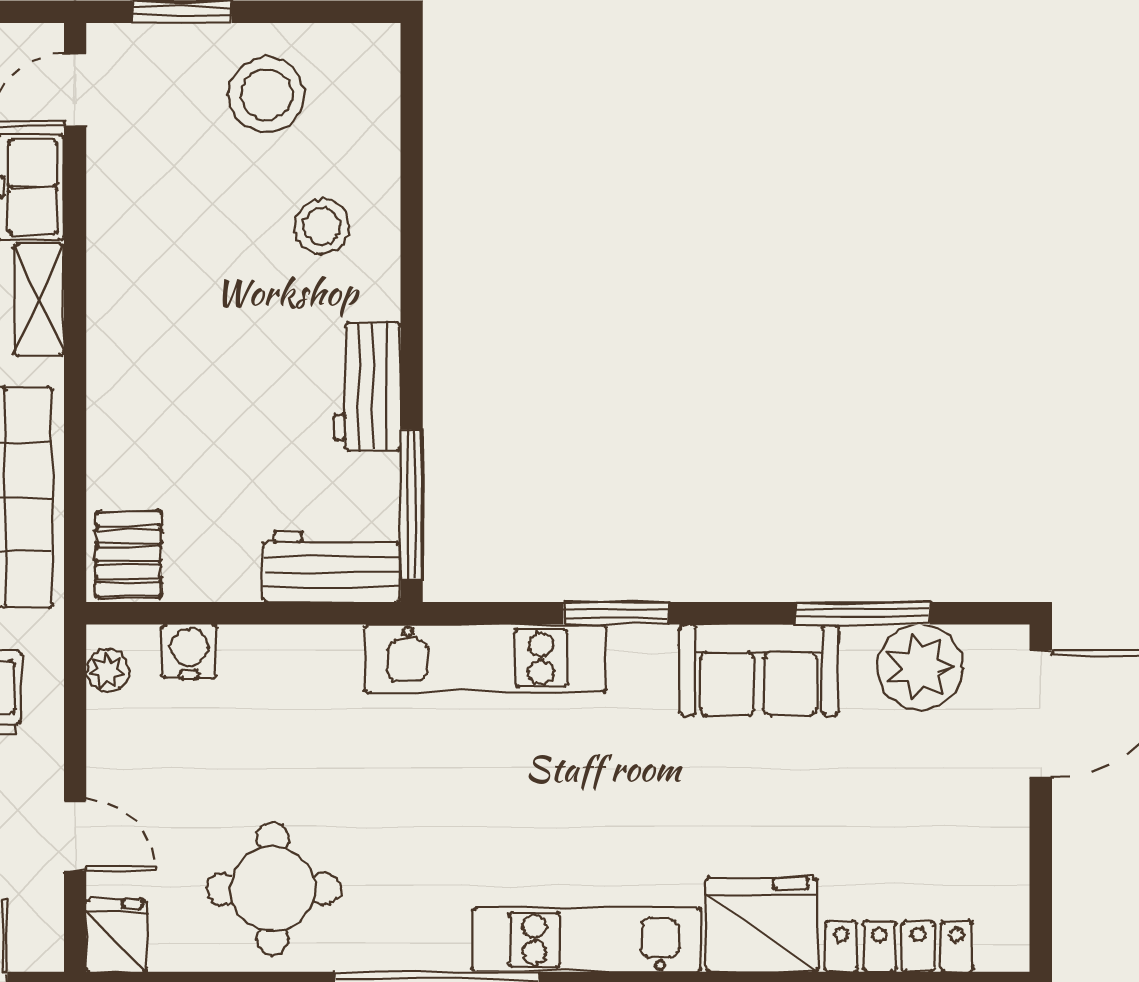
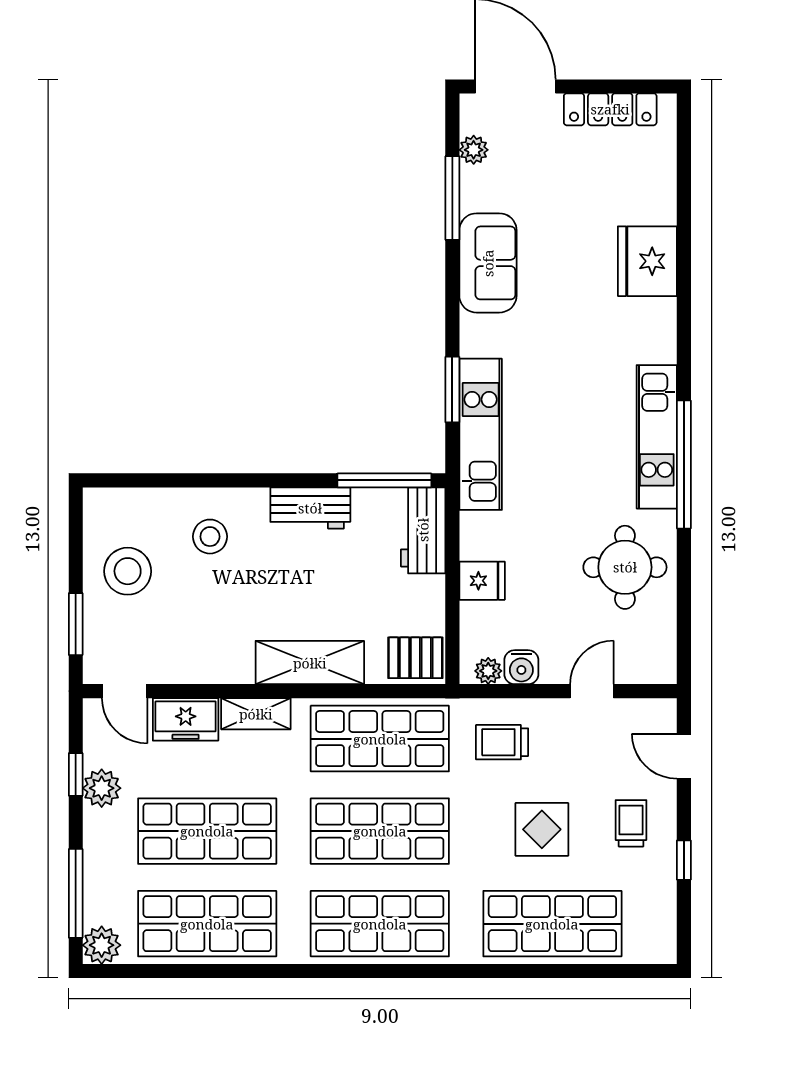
shelving: (121, 386) -> (310, 663), added
window: (616, 613) -> (452, 390), moved
water cooler: (189, 651) -> (521, 667), moved, turned -90
plant: (920, 667) -> (474, 150), width x0.53, depth x0.53
fridge: (117, 936) -> (482, 581), moved, turned 180
kitchen unit: (587, 940) -> (657, 437), moved
locker: (899, 946) -> (610, 109), moved, turned -90

